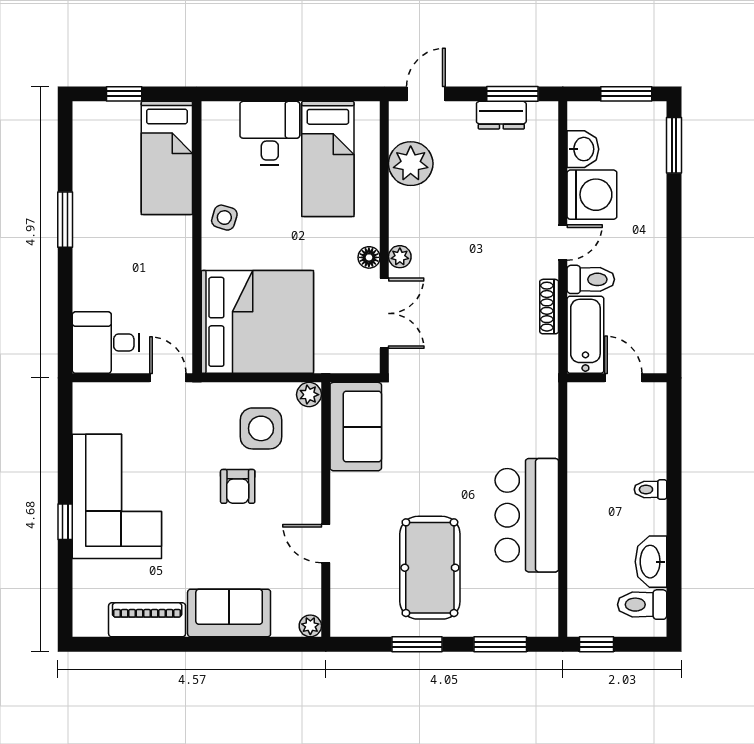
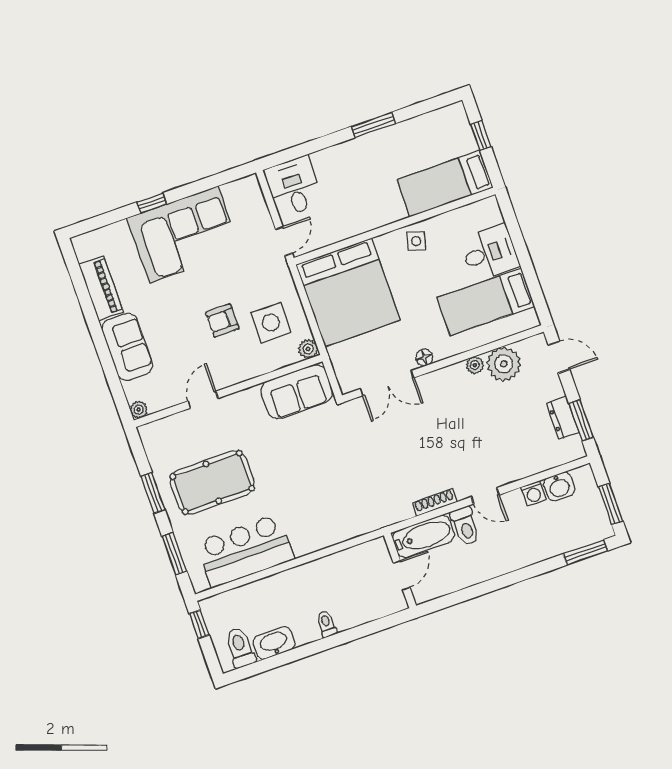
washing machine: (592, 195) -> (533, 493), width x0.53, depth x0.53
plant: (400, 257) -> (475, 365), moved
bar counter: (527, 515) -> (245, 551), moved

